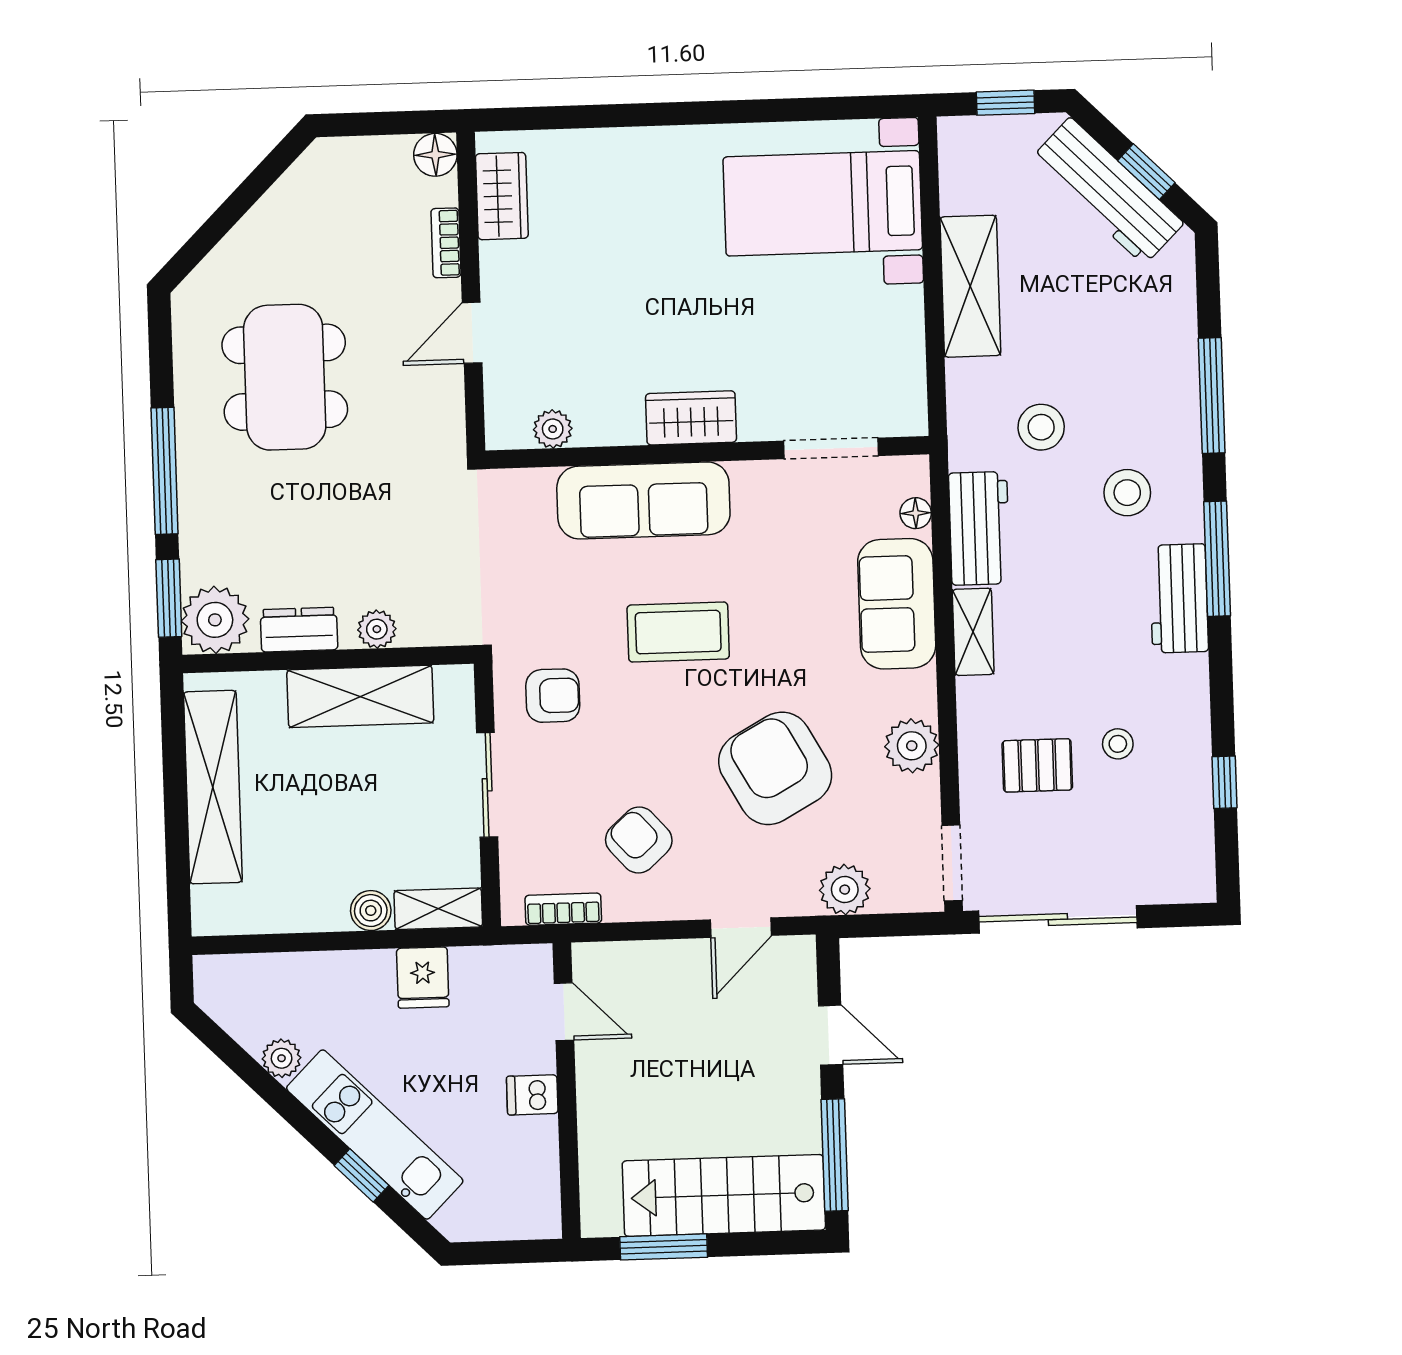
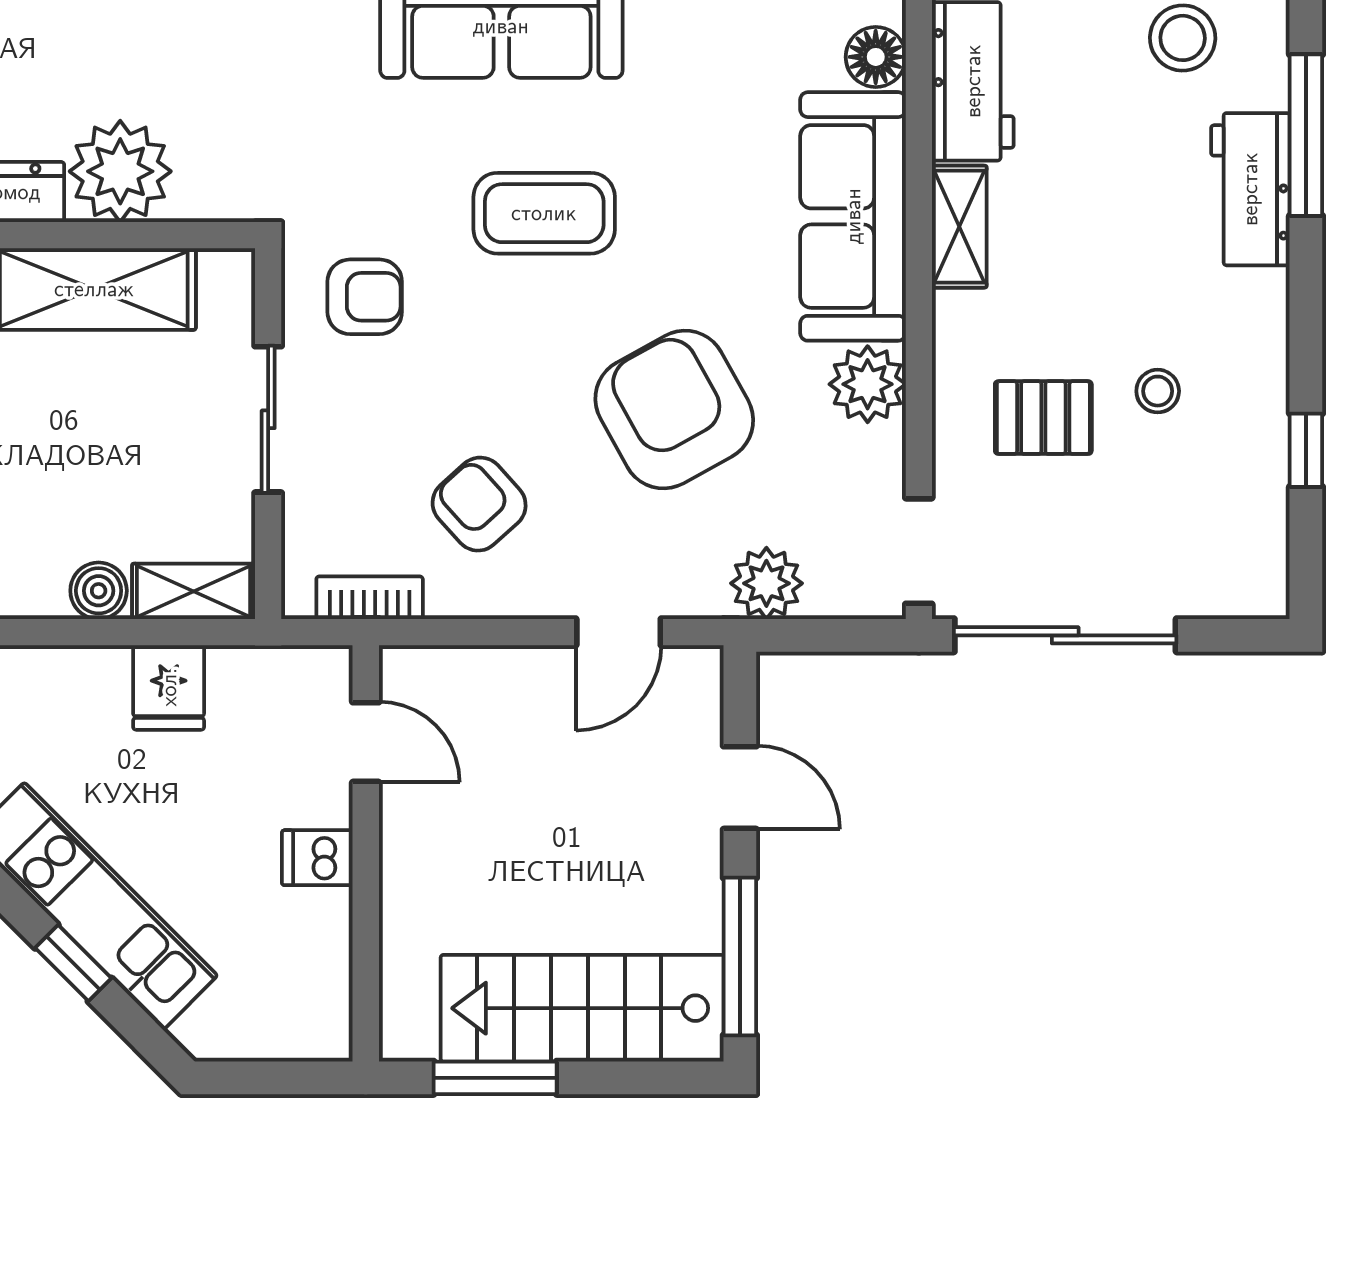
floor lamp: (916, 513) -> (876, 57), width x1.37, depth x1.37
sofa: (897, 604) -> (853, 216), width x1.36
plant: (377, 629) -> (120, 171), width x1.88, depth x1.88

